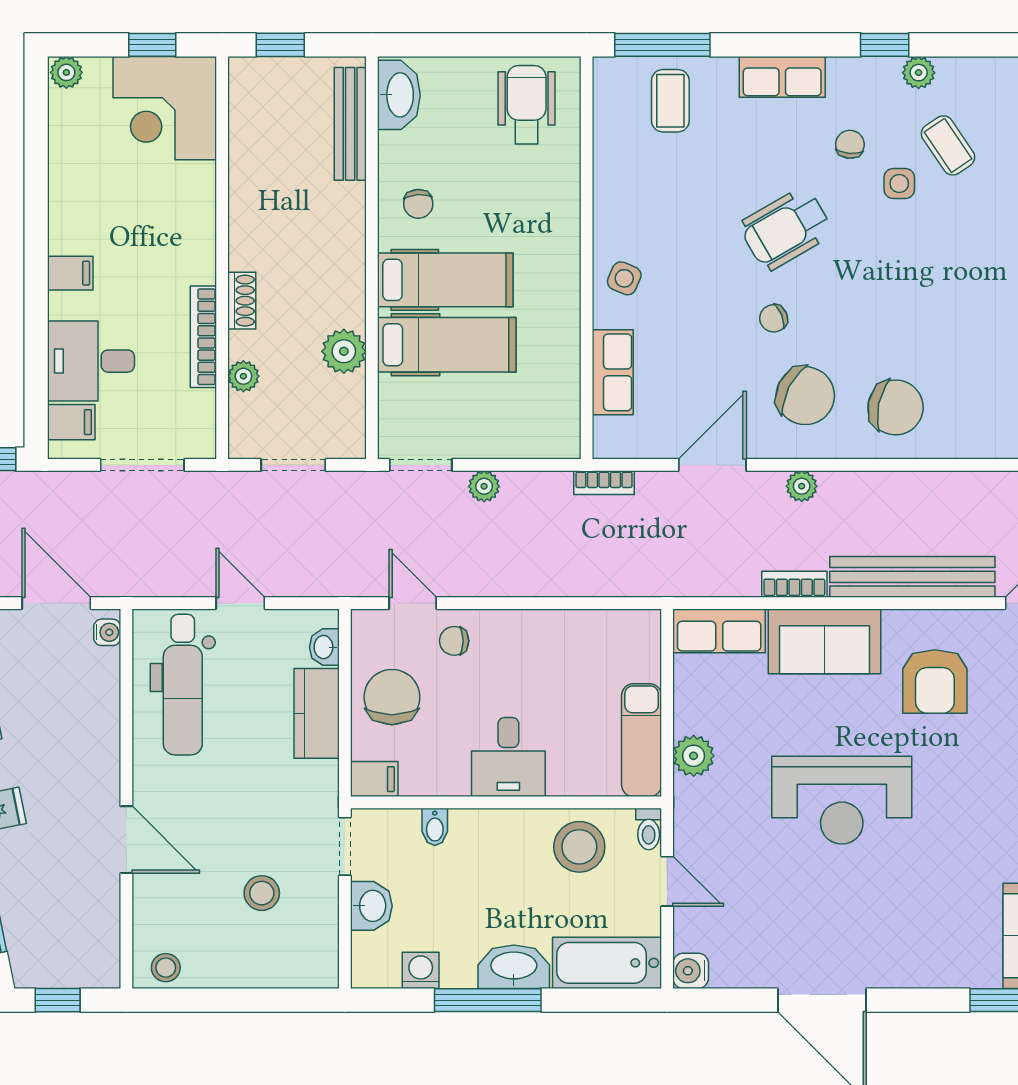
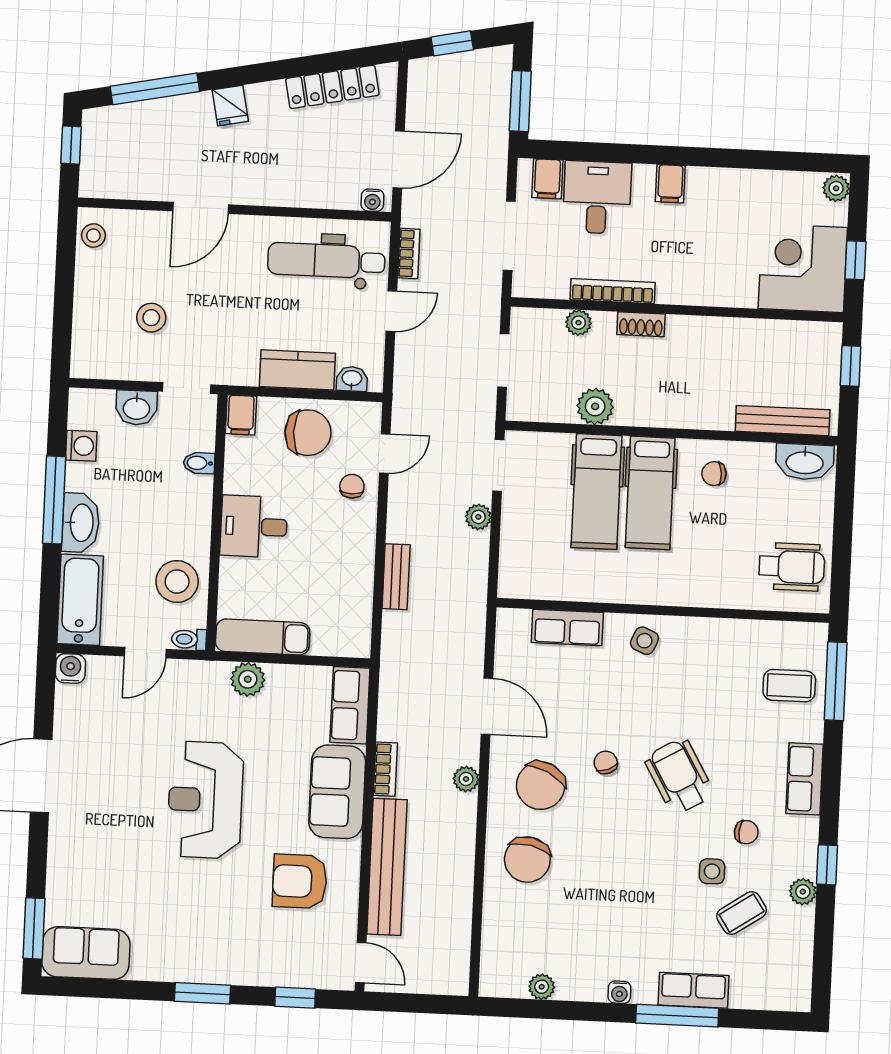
bookcase: (604, 483) -> (409, 254), moved, turned 180
bench: (561, 582) -> (396, 577), added

